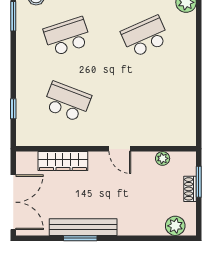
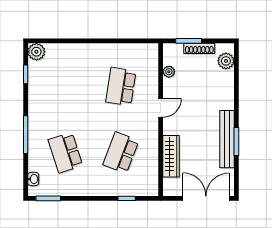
school desk: (145, 36) -> (121, 87), moved, turned 33
shoe rack: (190, 189) -> (199, 48), width x1.43

